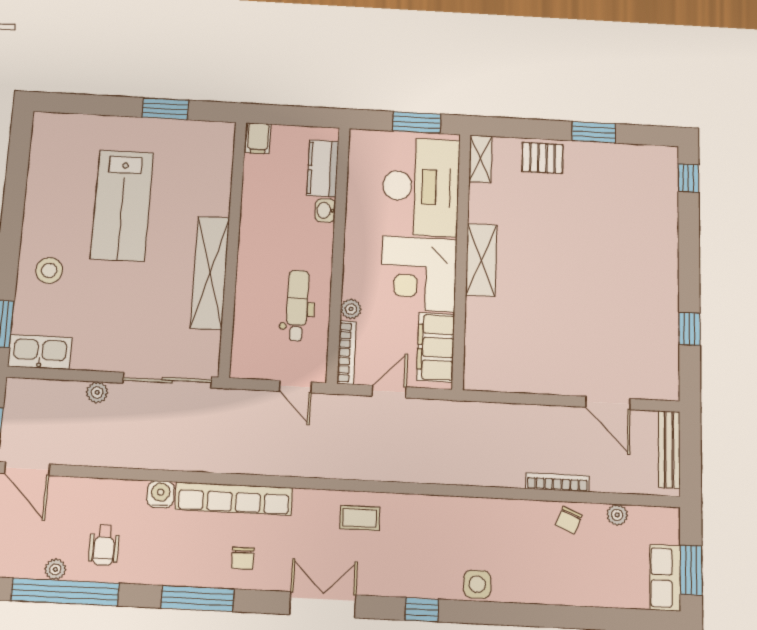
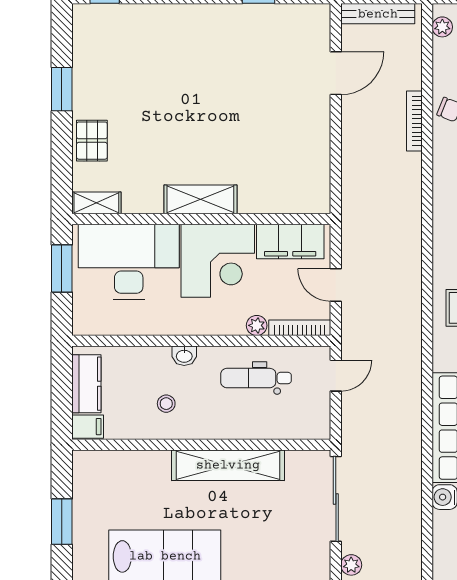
kitchen counter: (323, 168) -> (86, 384), moved, turned -90
washbasin: (325, 210) -> (184, 356), moved
stool: (277, 215) -> (166, 404), added
plant: (617, 515) -> (442, 27), moved

